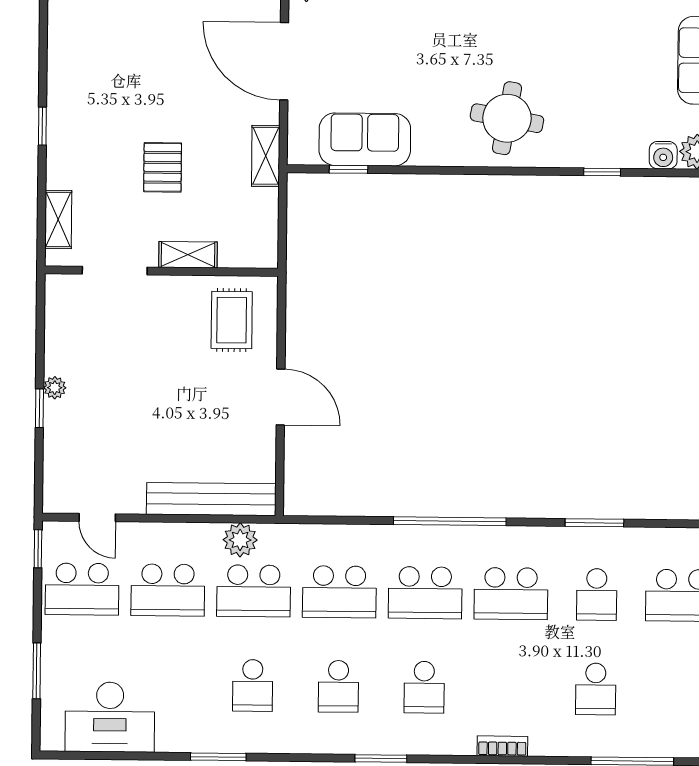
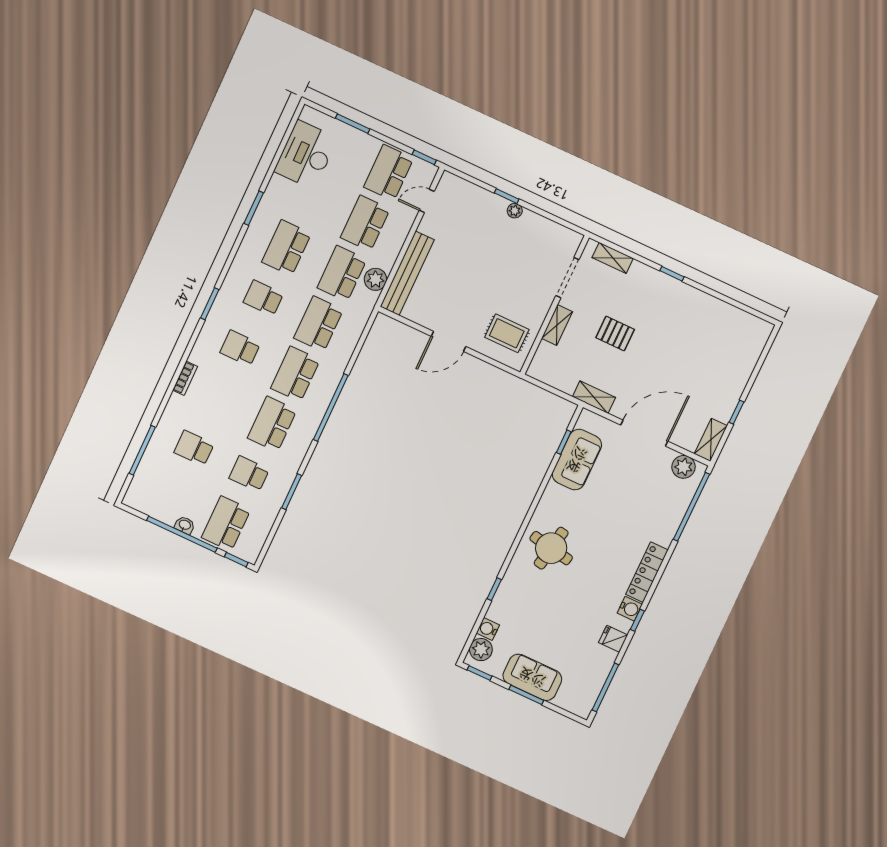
school desk: (253, 685) -> (287, 248), width x1.85

